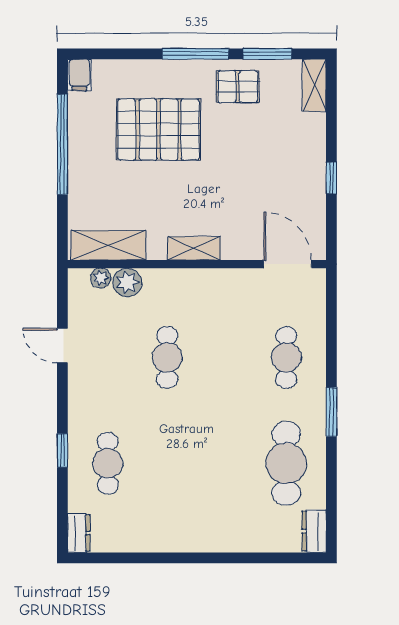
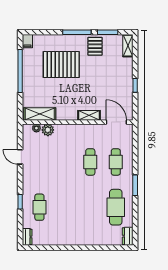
pallet: (238, 87) -> (95, 46), turned 90
shelving: (194, 248) -> (89, 115), moved
cafe table: (167, 357) -> (90, 162), moved

